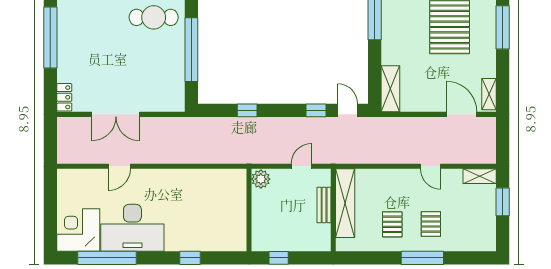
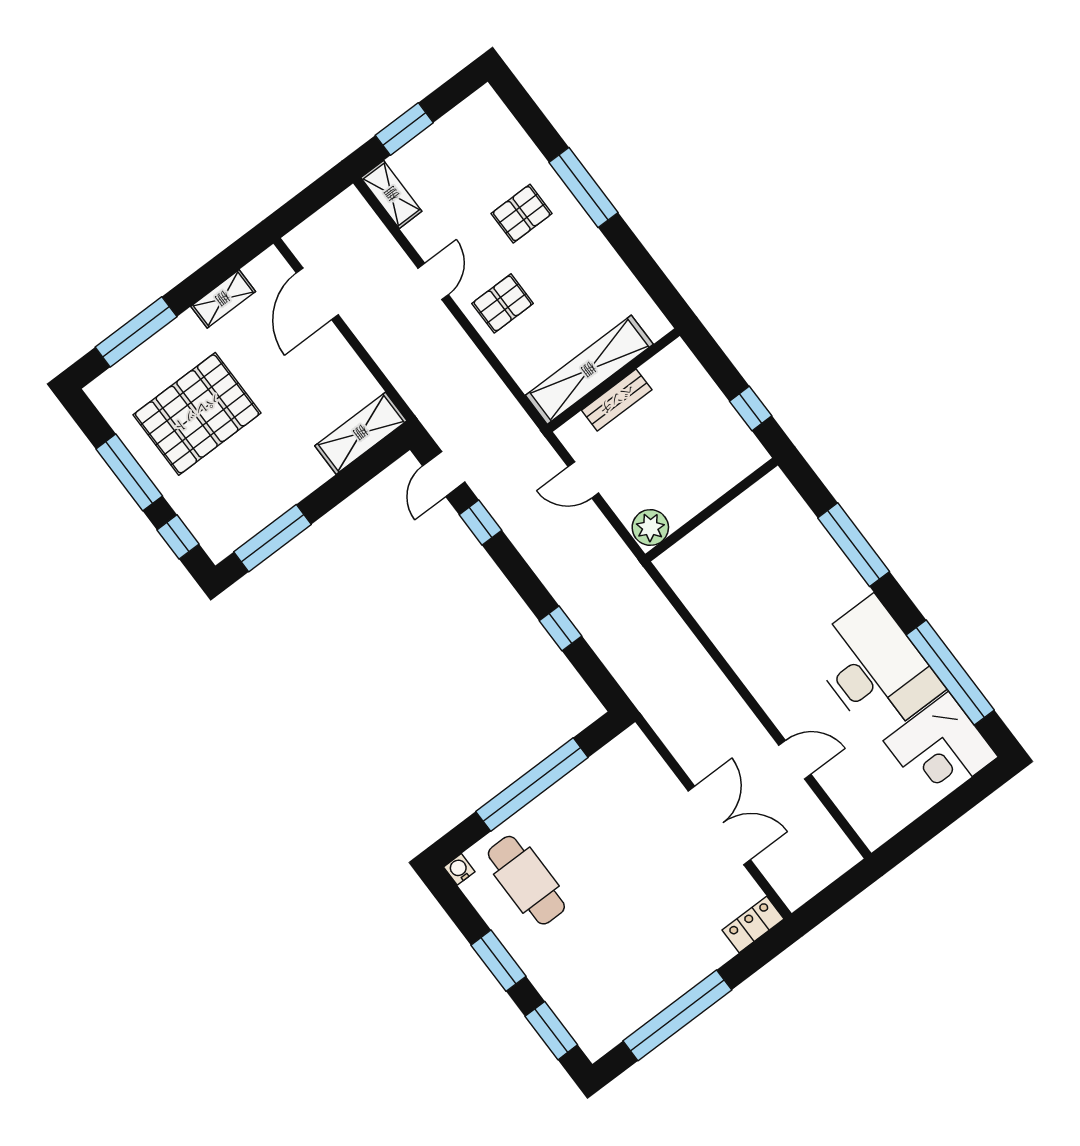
shelving: (489, 94) -> (223, 299), moved
pallet: (392, 224) -> (503, 303), moved
window: (190, 258) -> (854, 545), width x2.17

